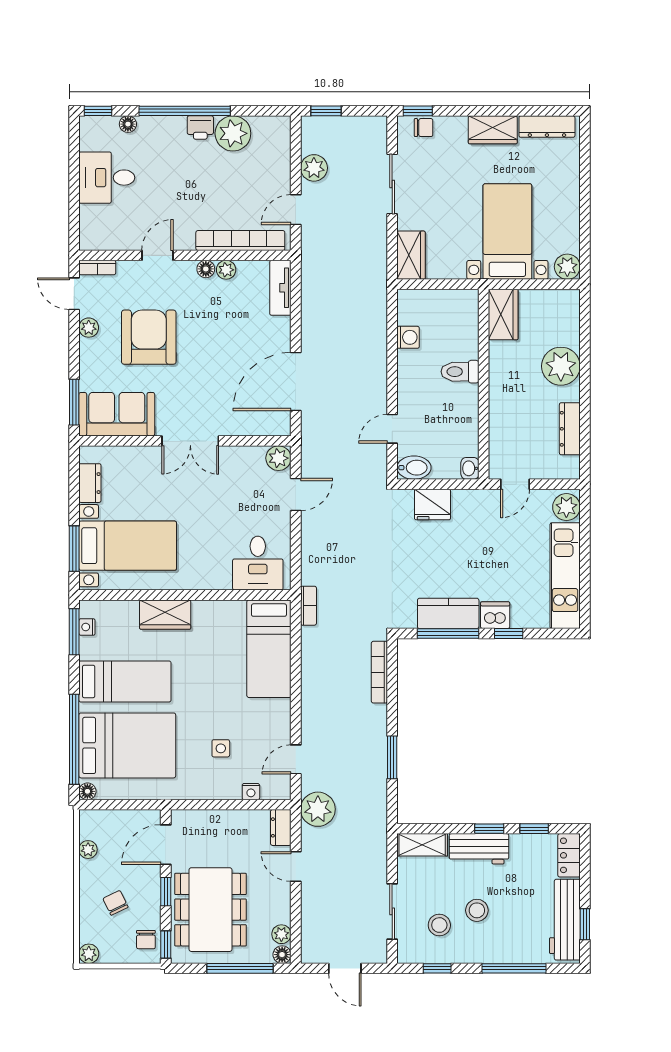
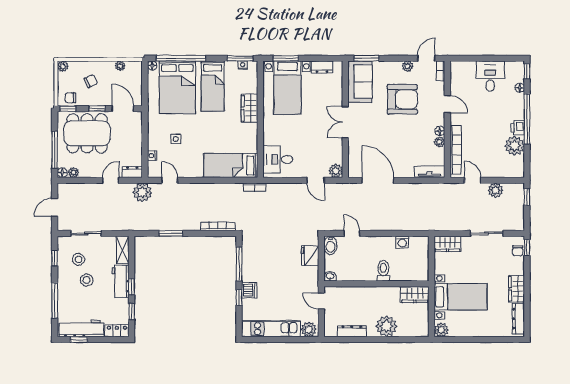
kitchen counter: (448, 613) -> (250, 264), removed

